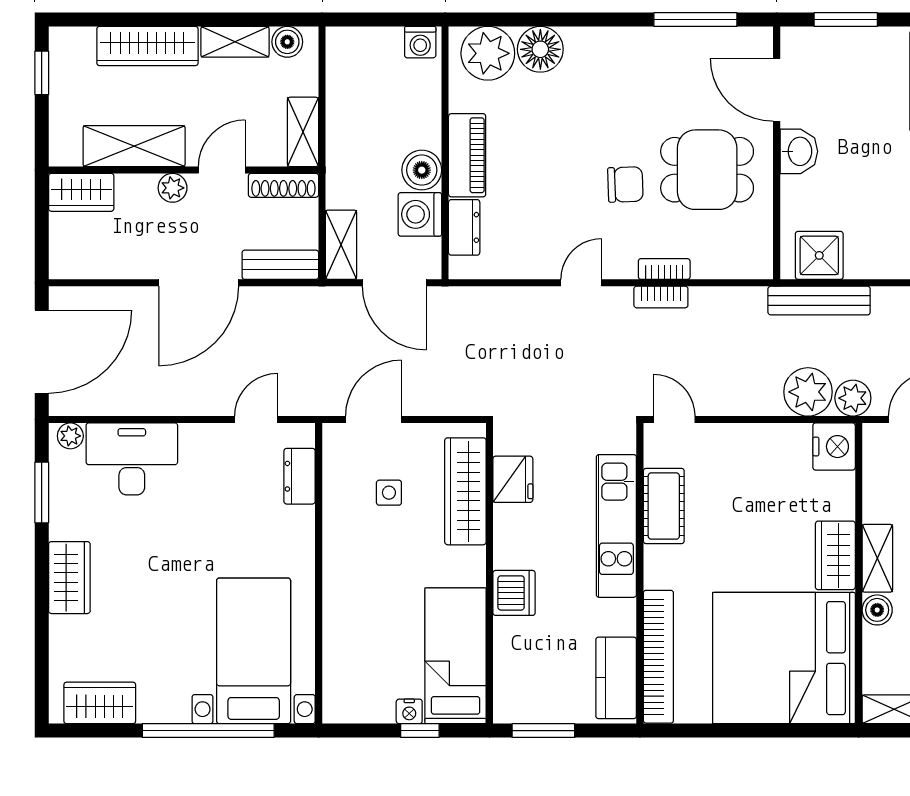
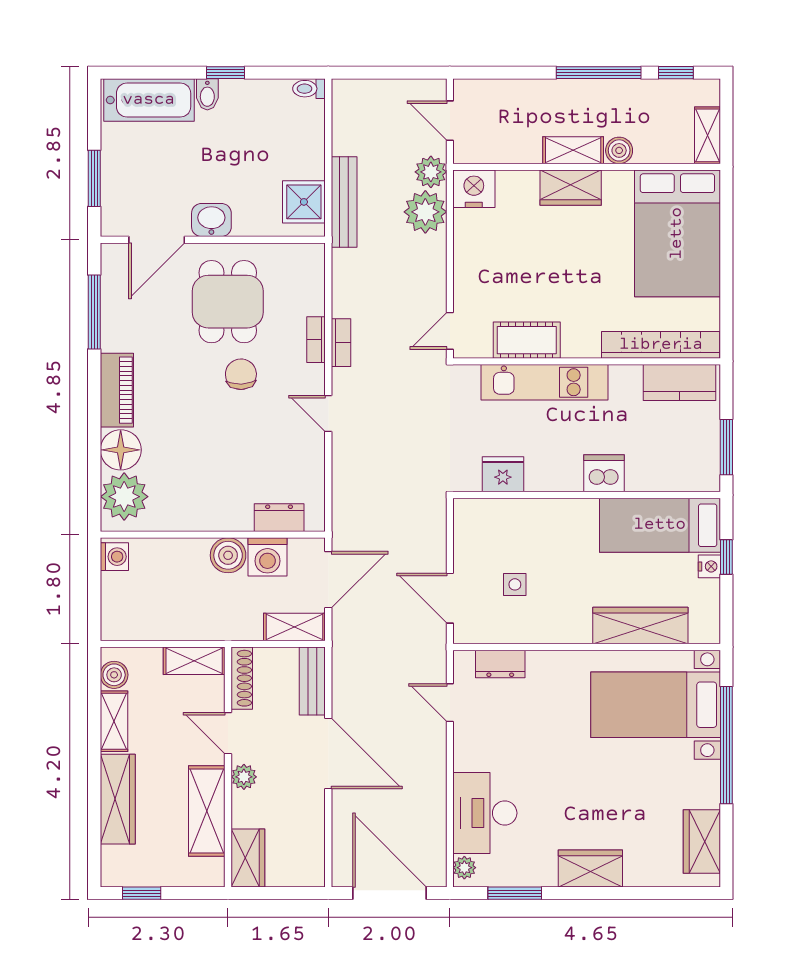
piano: (467, 155) -> (117, 390), moved, turned 90
wardrobe: (465, 491) -> (640, 626), moved, turned 180
bed: (784, 658) -> (677, 233), width x0.73

